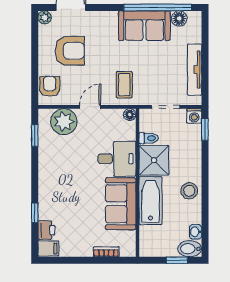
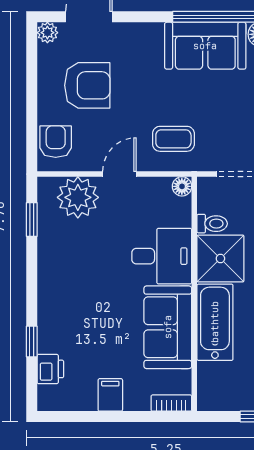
coffee table: (124, 85) -> (173, 139), turned 90
filing cabinet: (48, 248) -> (110, 395), moved, turned -90
bookcase: (106, 252) -> (171, 403), moved

